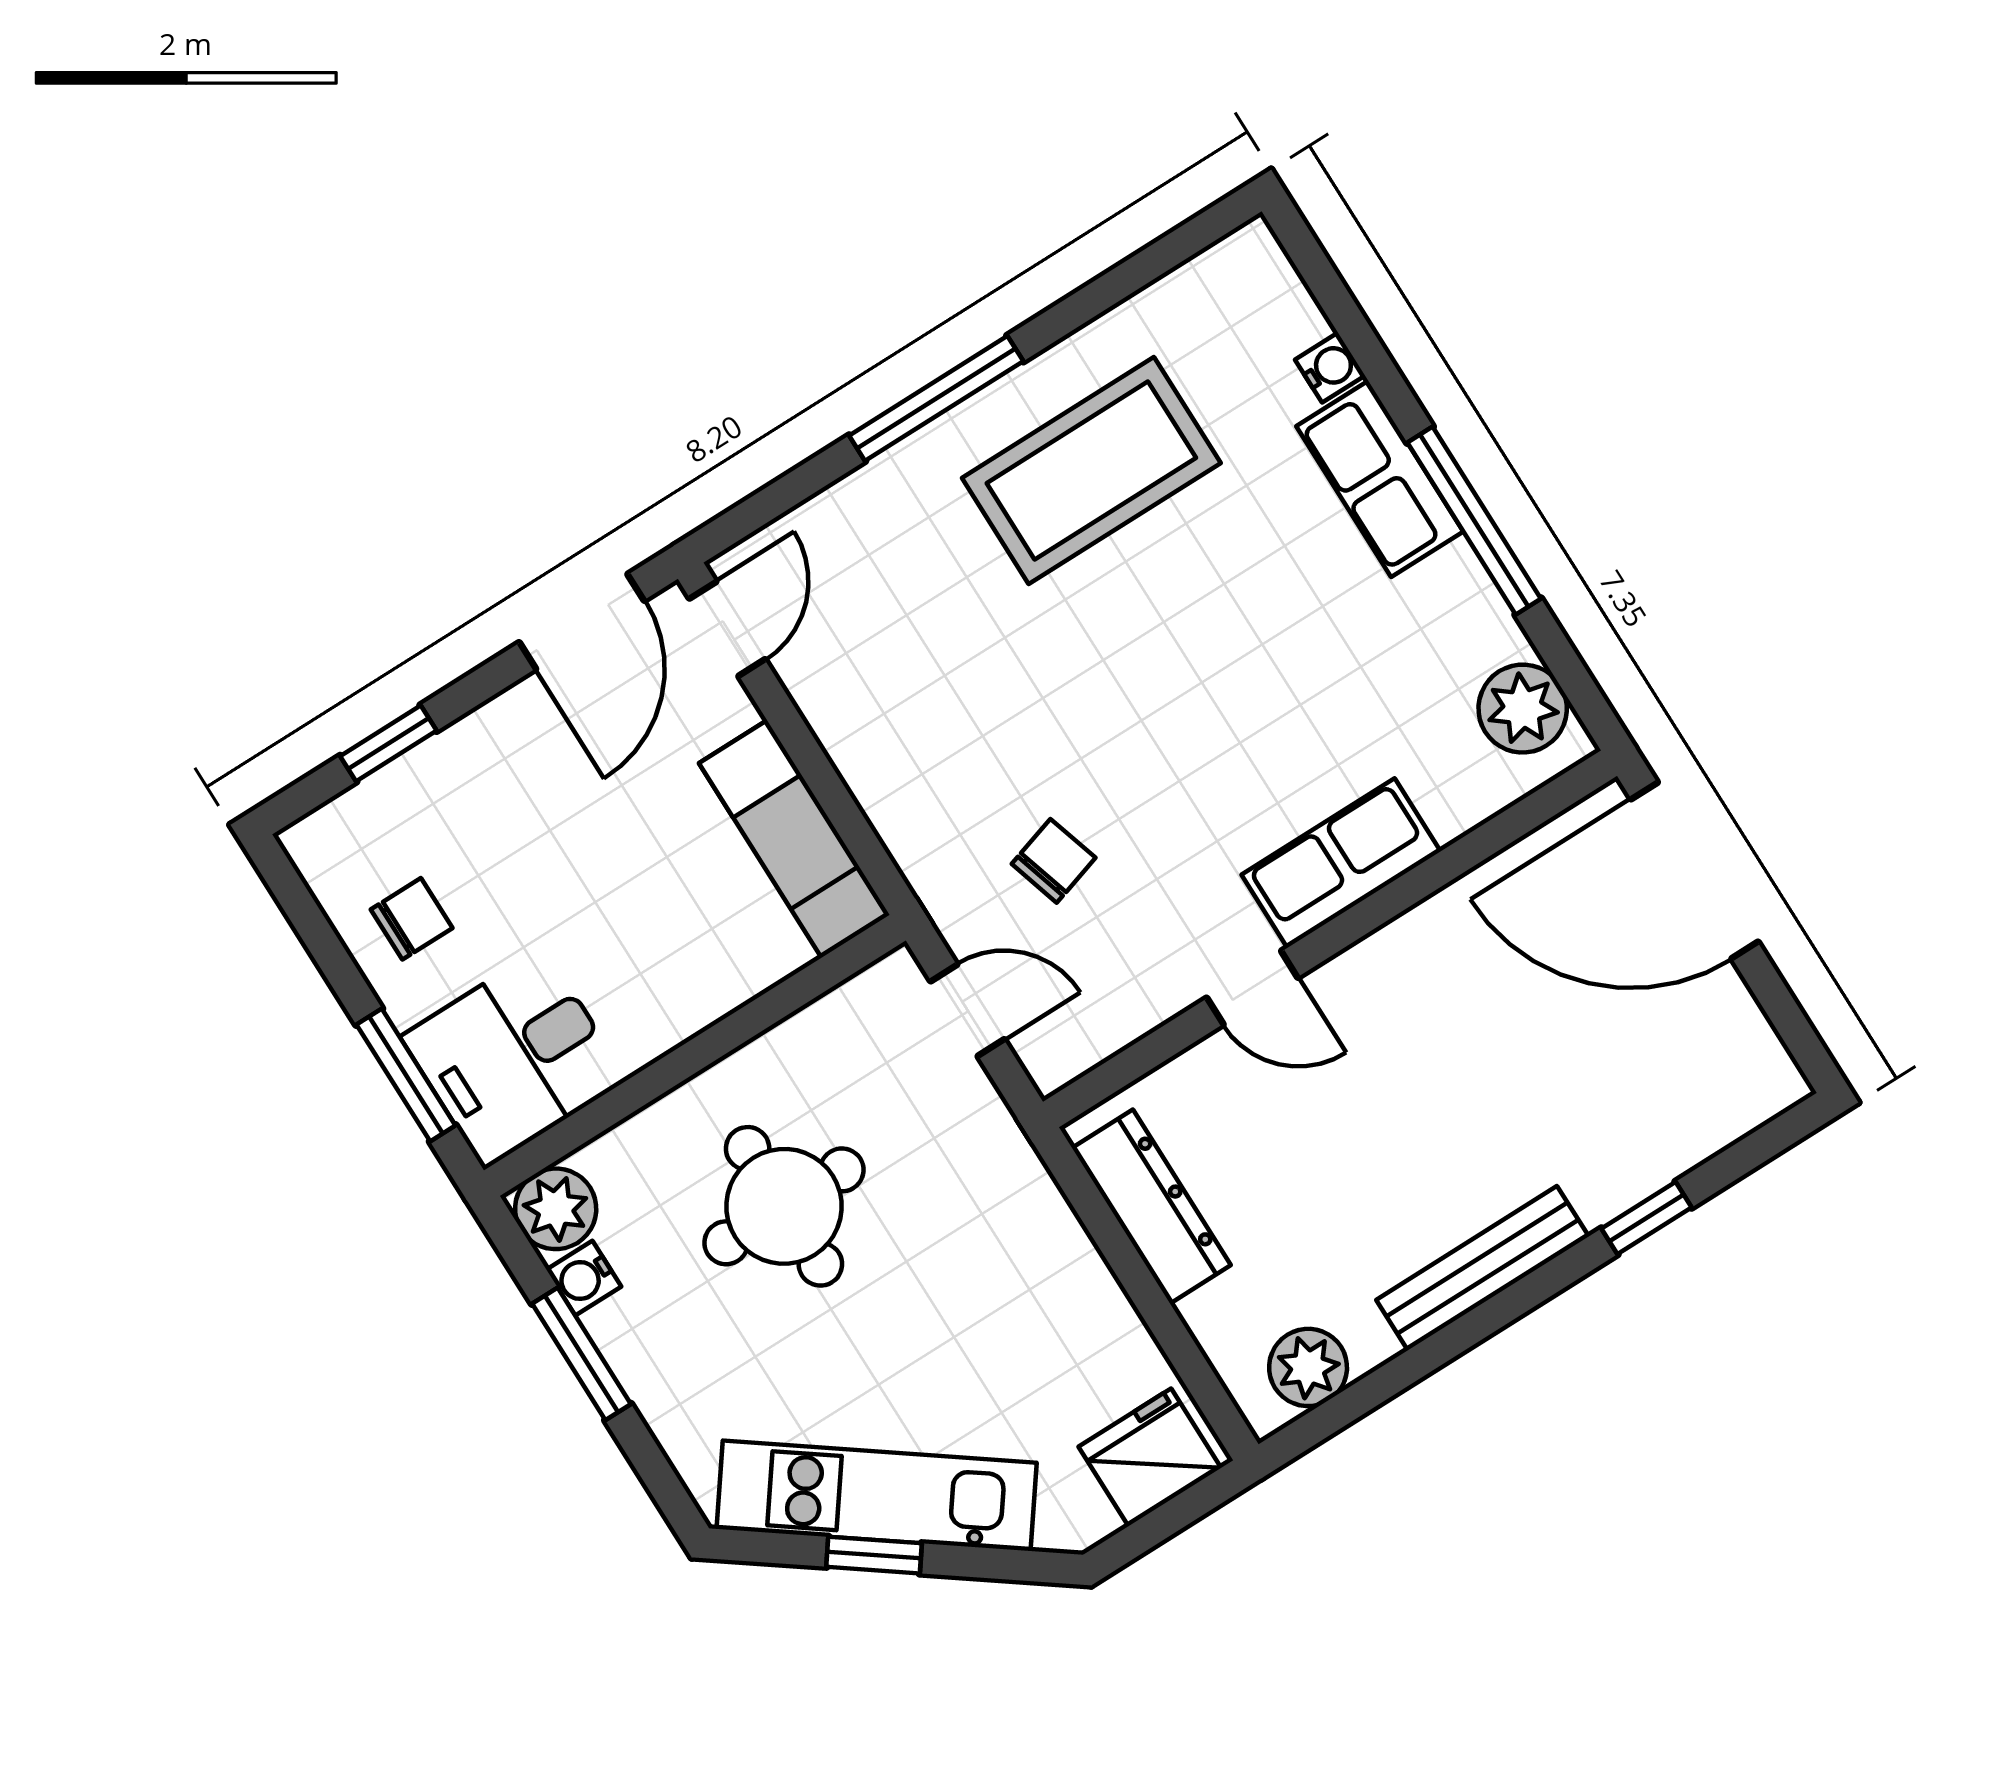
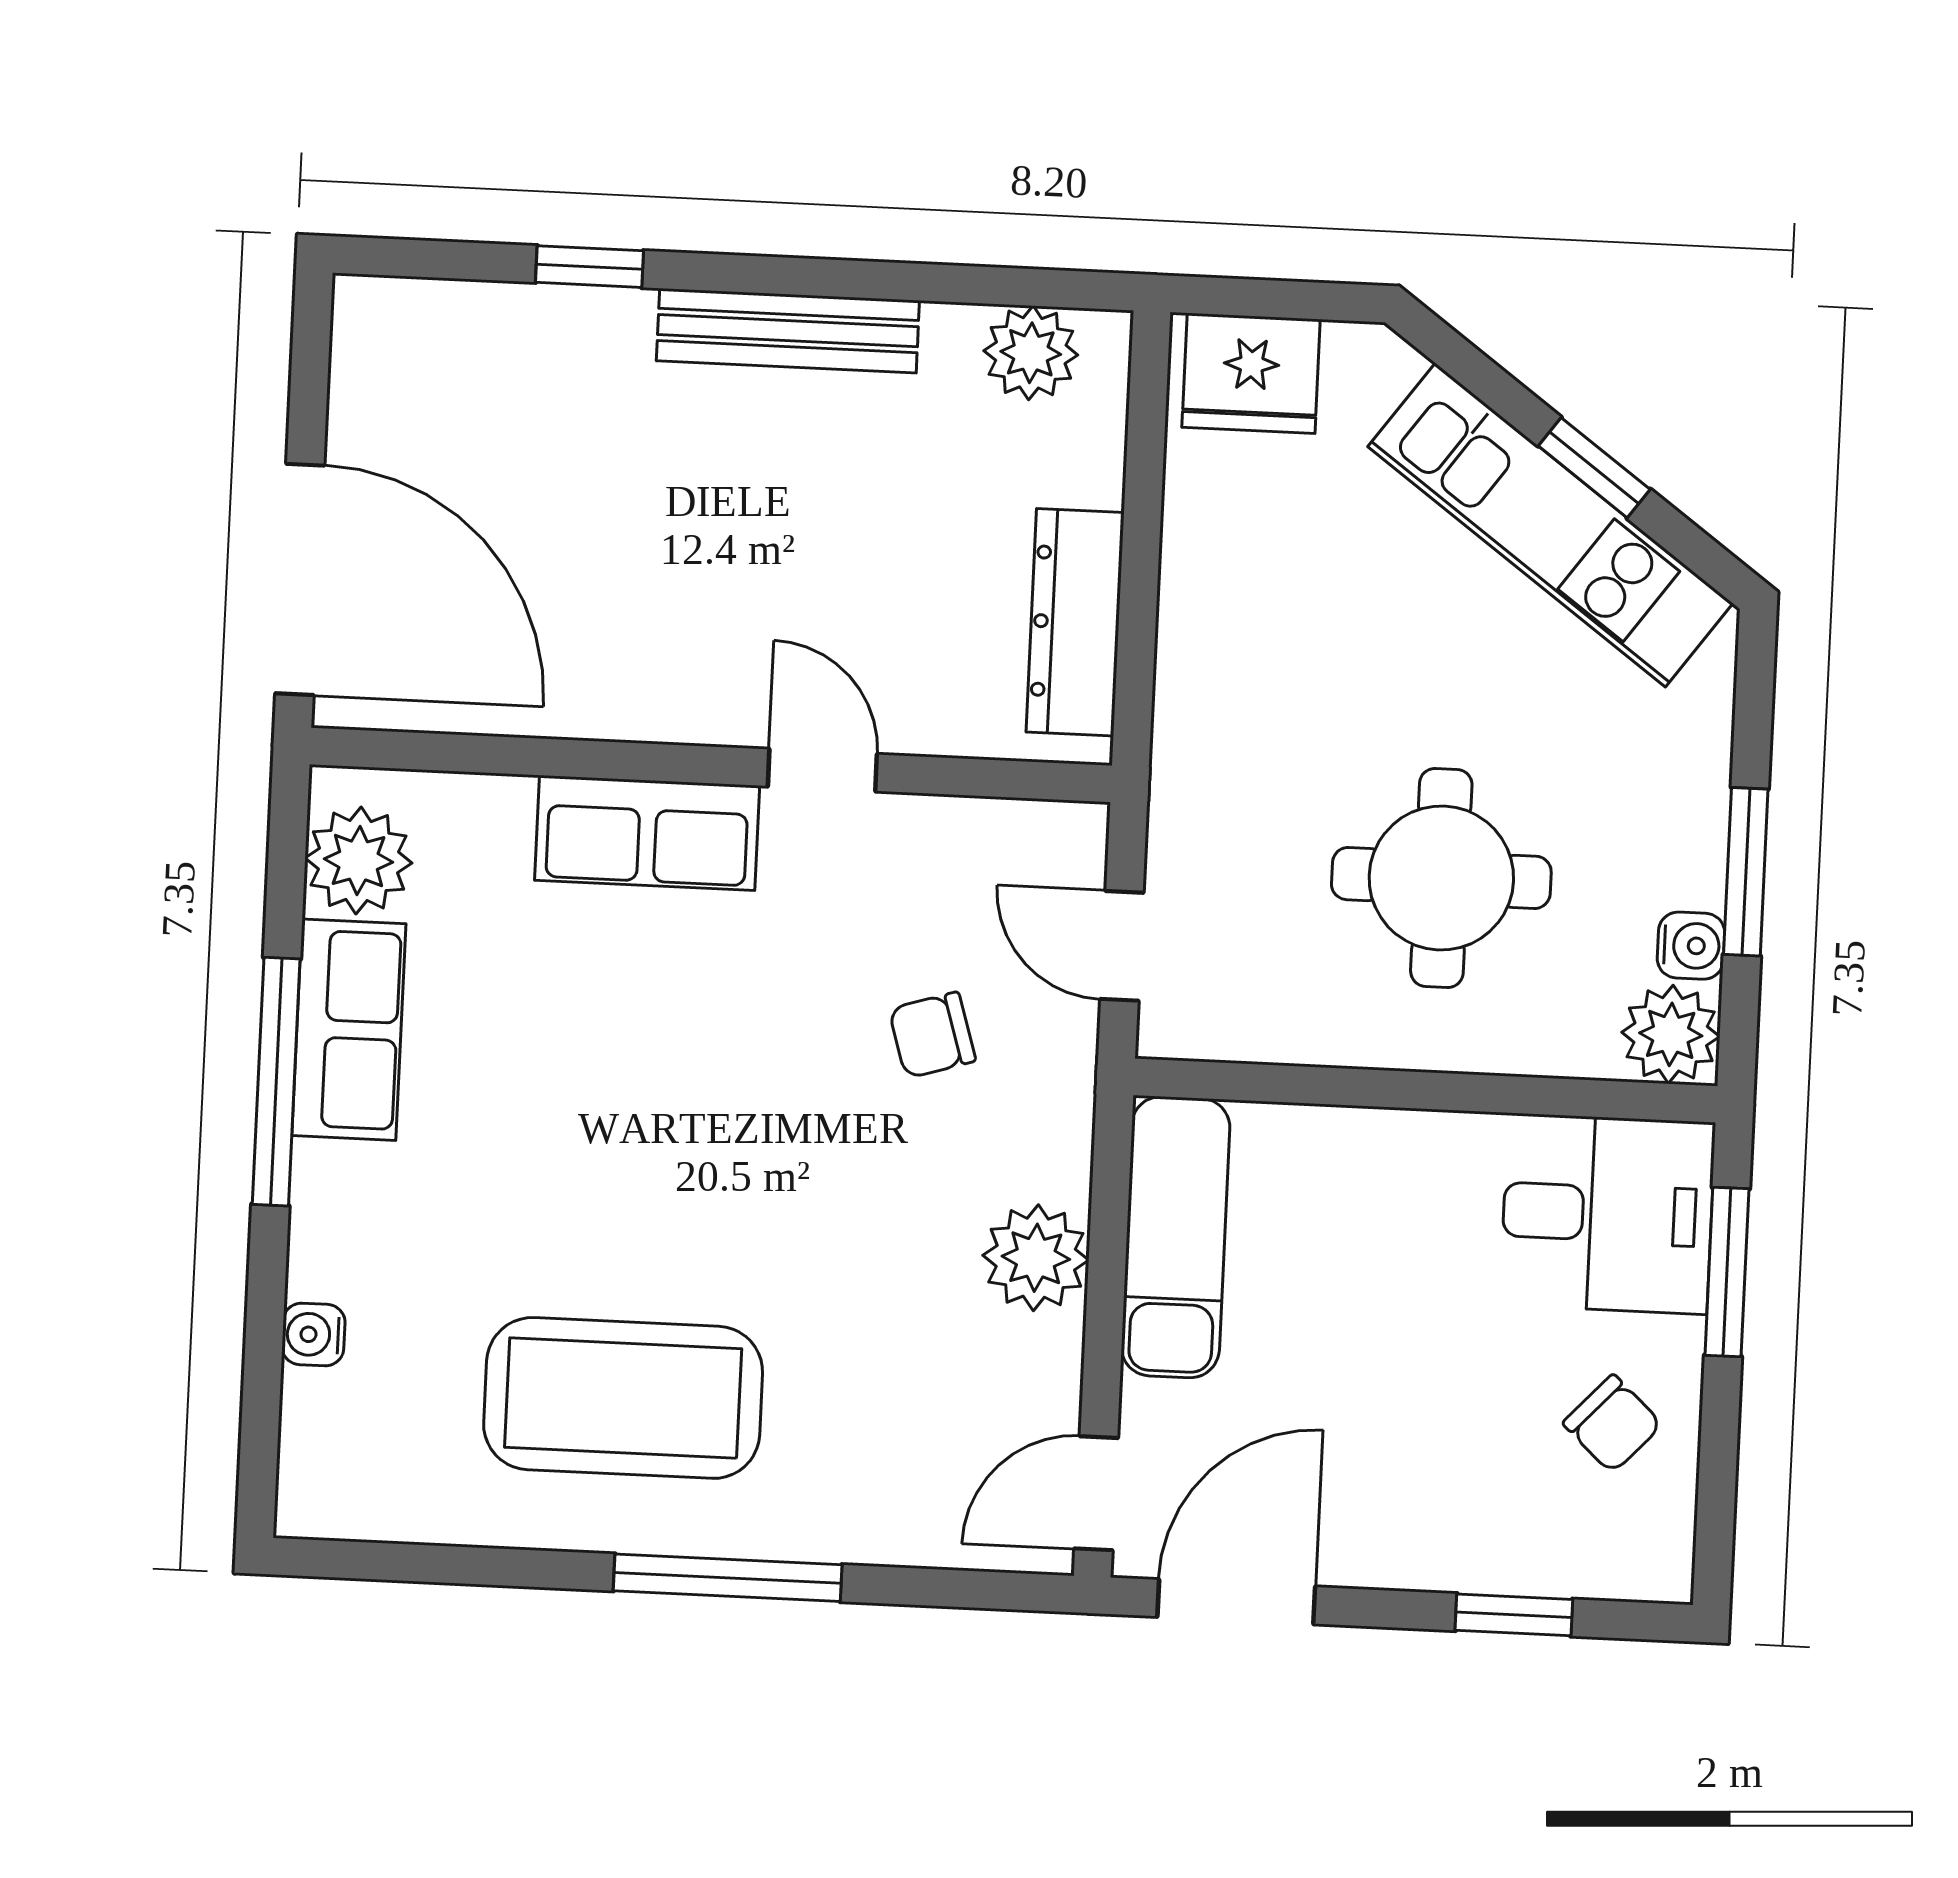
row of seats: (1380, 479) -> (349, 1030), moved
plant: (879, 759) -> (1036, 1258), added
chair: (412, 919) -> (1613, 1424), turned -137

